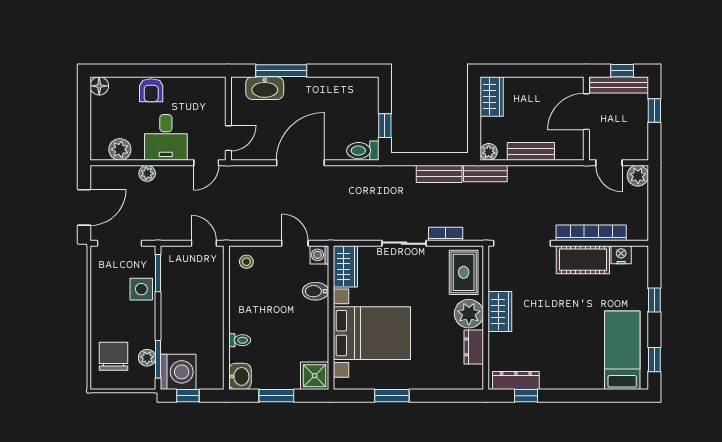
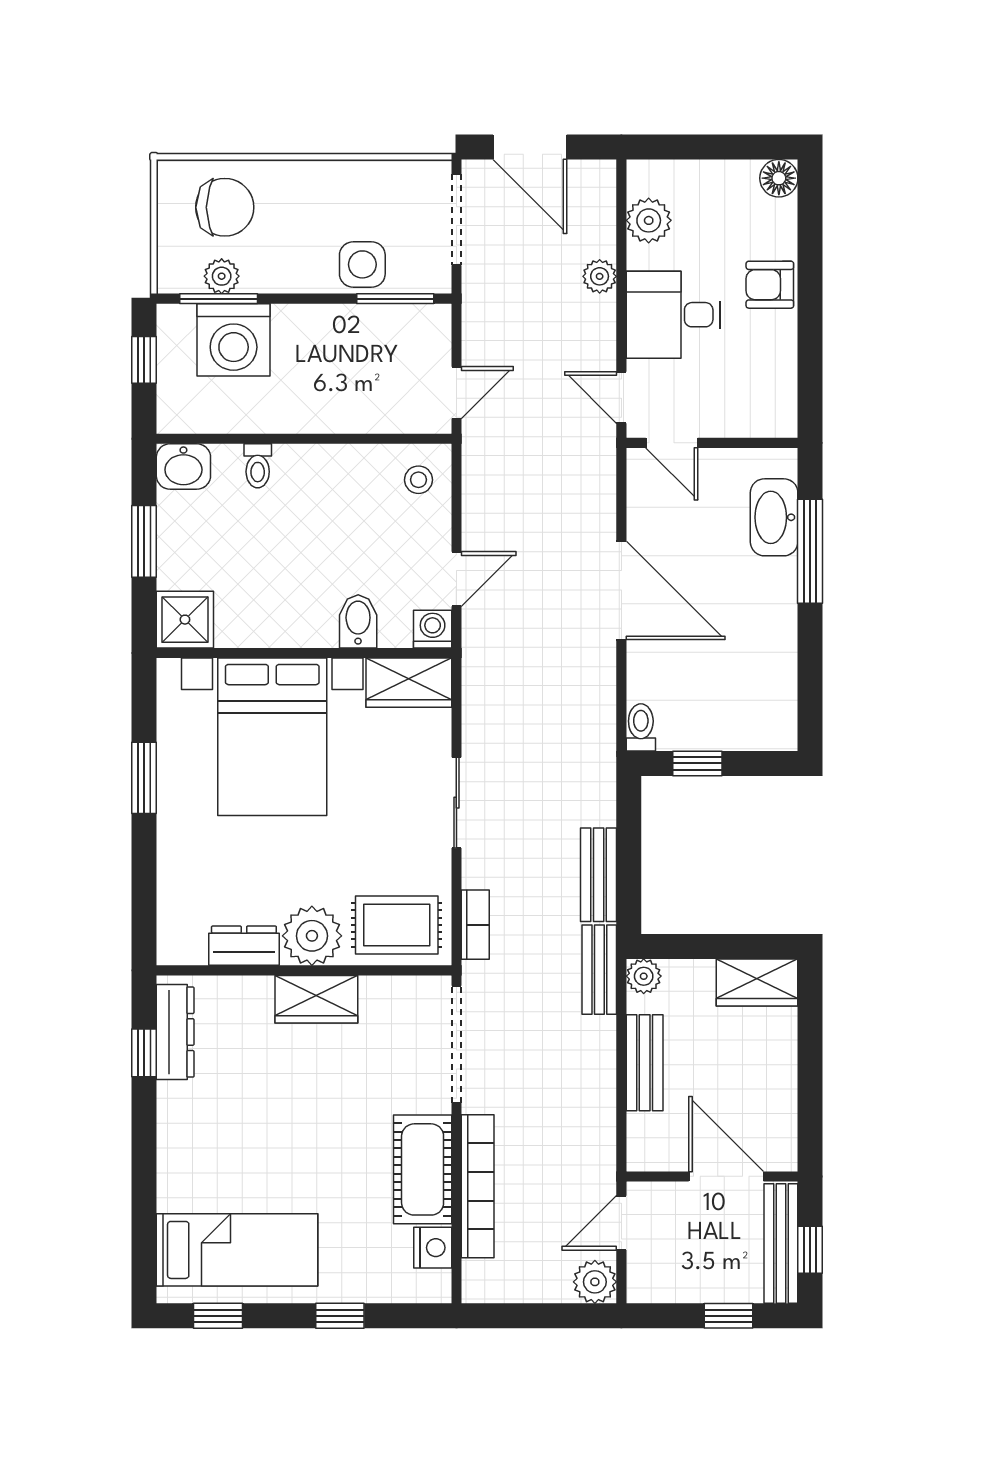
toilet: (363, 151) -> (641, 727), width x0.73, depth x0.72
bookcase: (446, 234) -> (475, 925), moved
washing machine: (178, 372) -> (234, 340), moved

